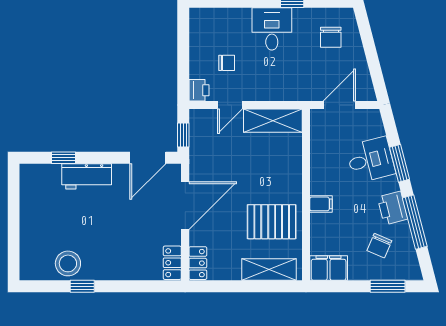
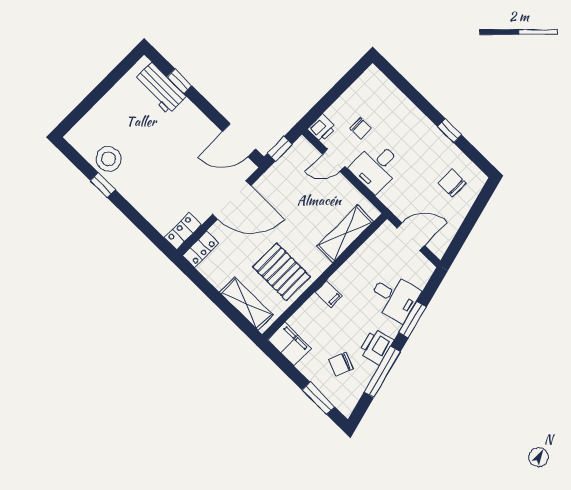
desk: (272, 29) -> (376, 167), moved, turned 180
chair: (331, 37) -> (452, 183), turned 90
shelving: (273, 121) -> (345, 234), moved, turned 90
workbench: (87, 176) -> (160, 88), moved

